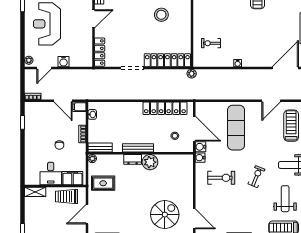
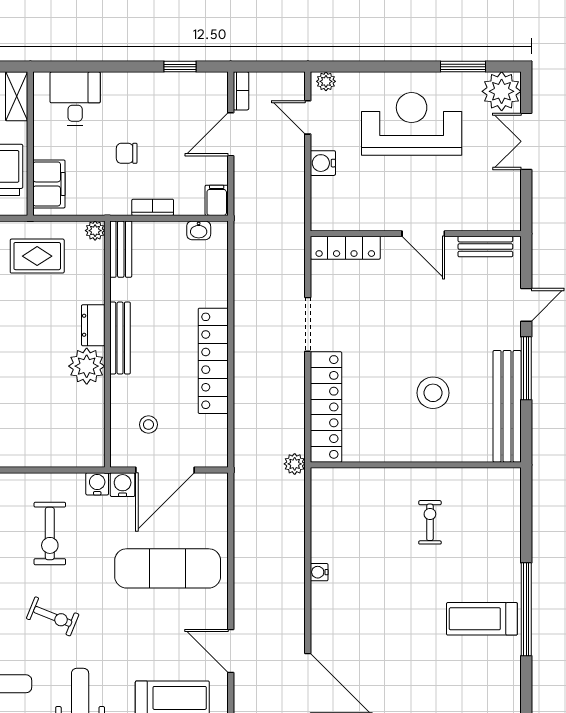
exercise bike: (211, 43) -> (430, 522), moved
door: (63, 101) -> (231, 134), moved
locker: (165, 108) -> (213, 361), moved
desk: (51, 174) -> (75, 99), moved, turned 90
rug: (103, 183) -> (37, 256), turned 90

